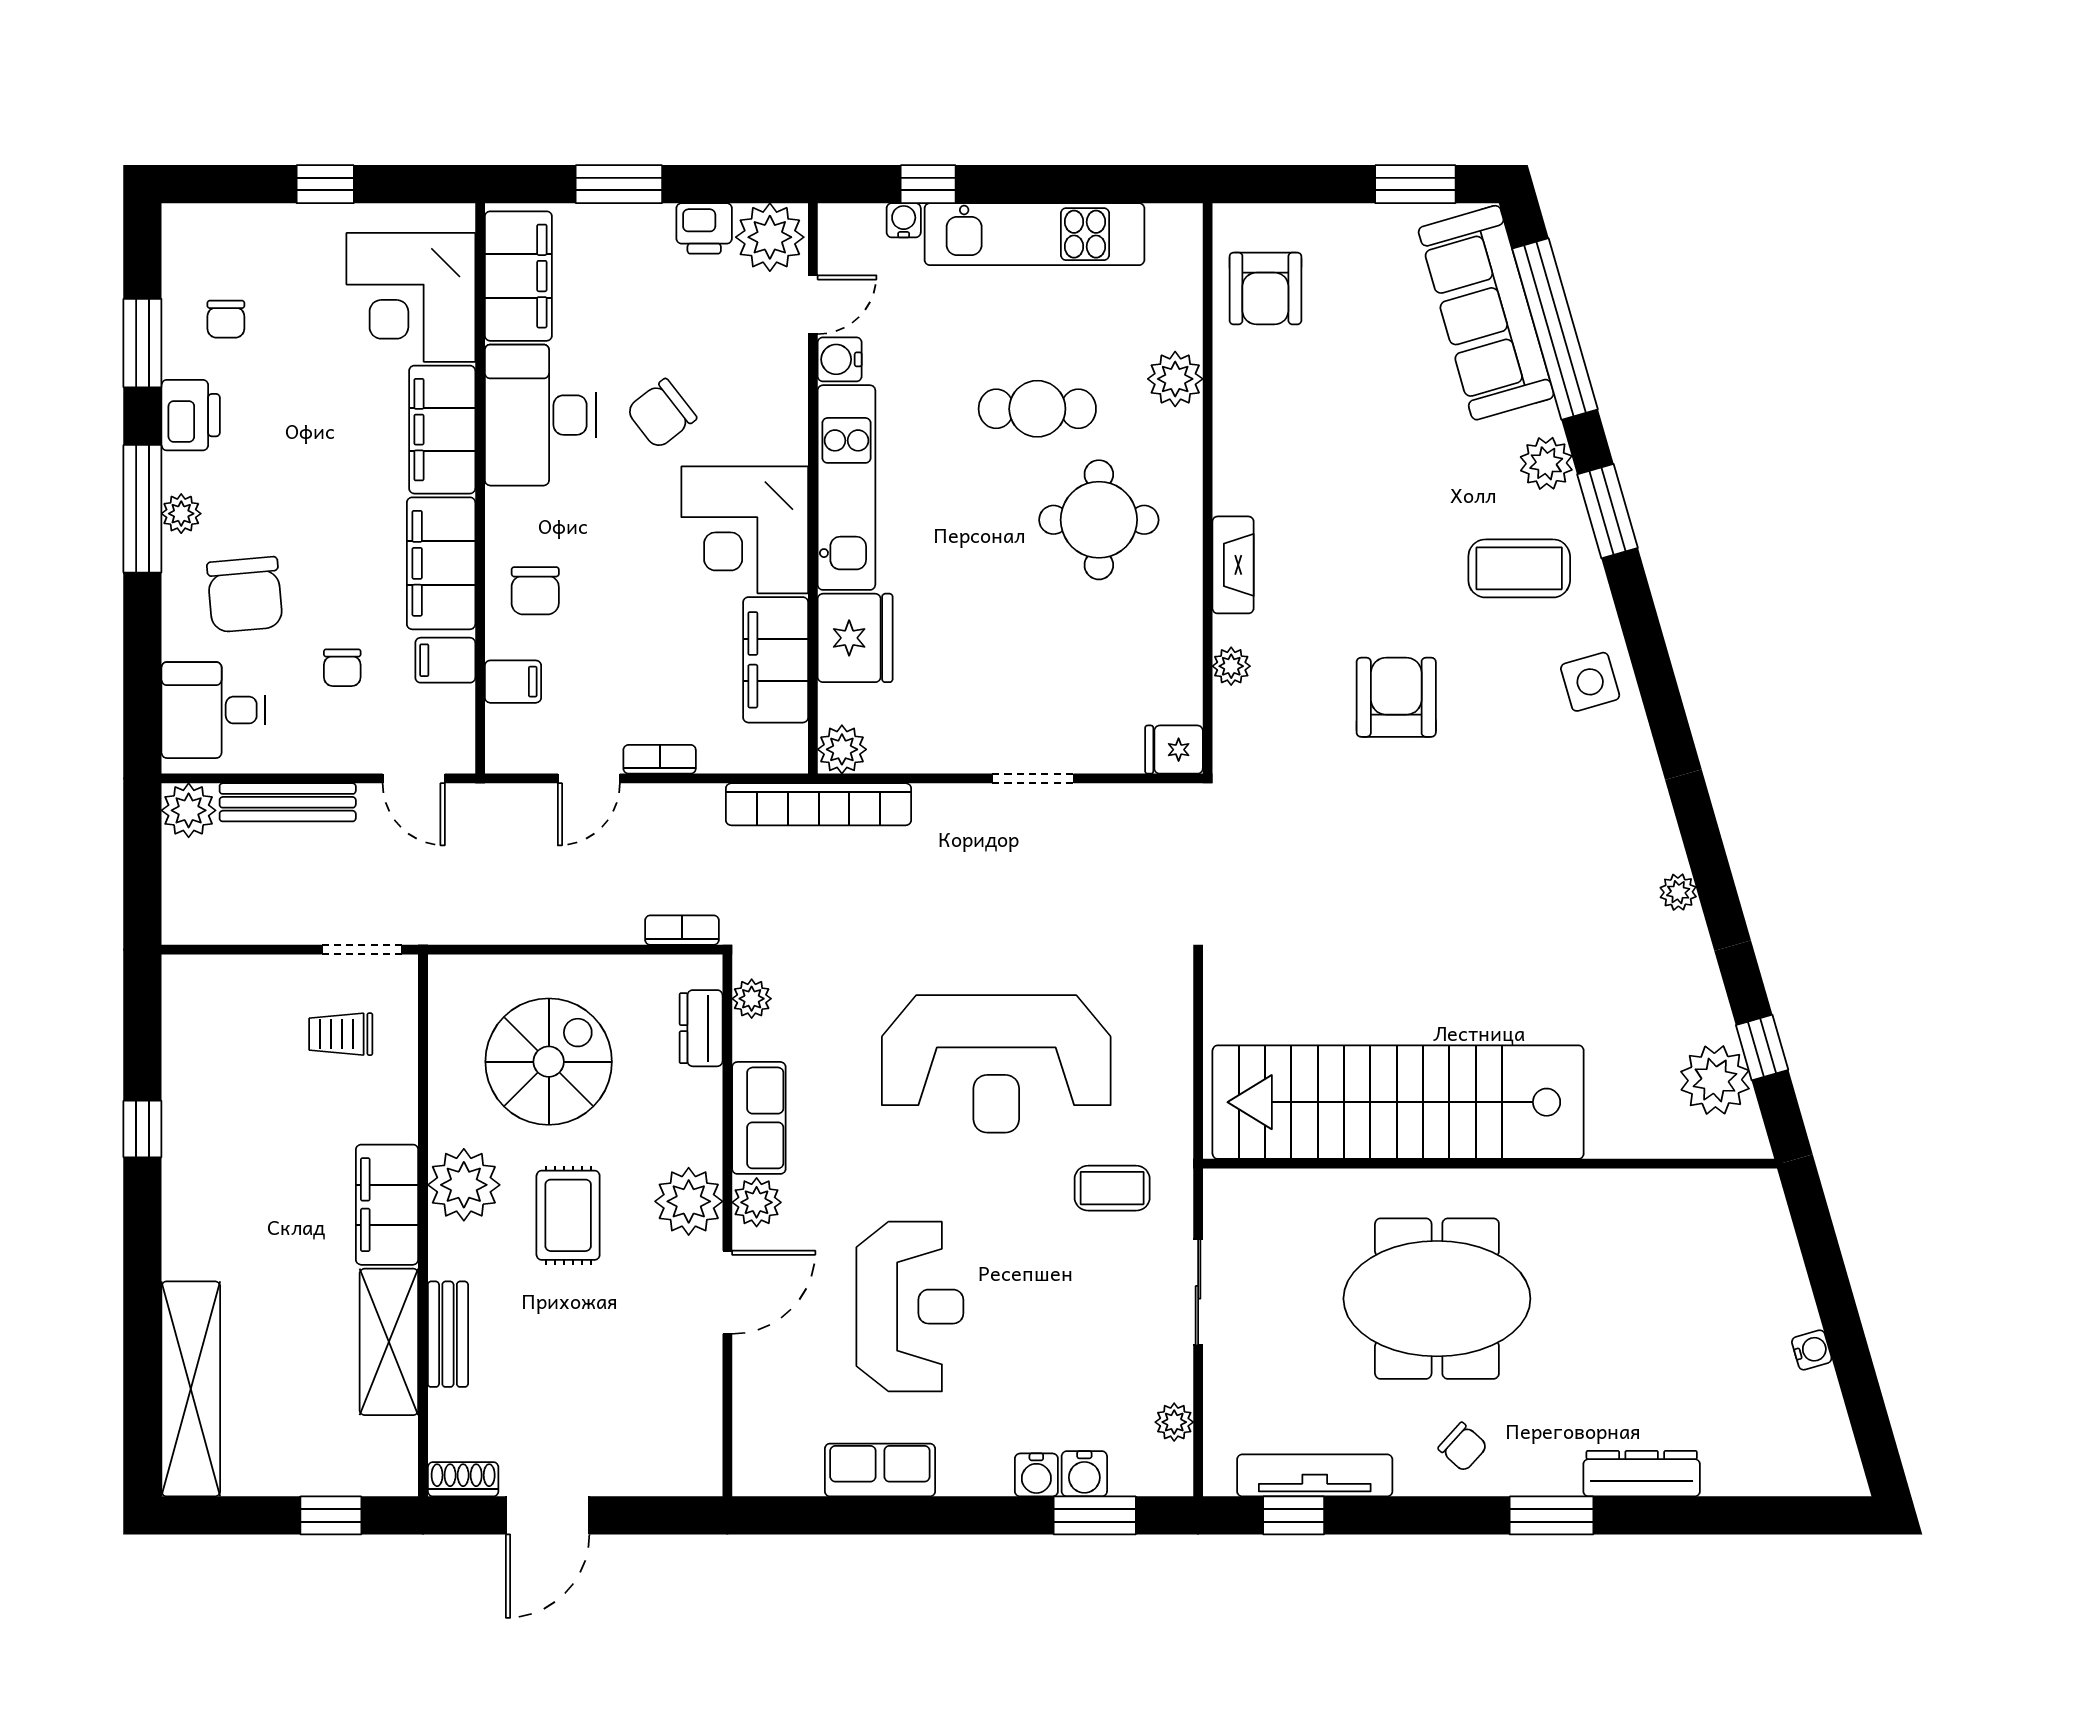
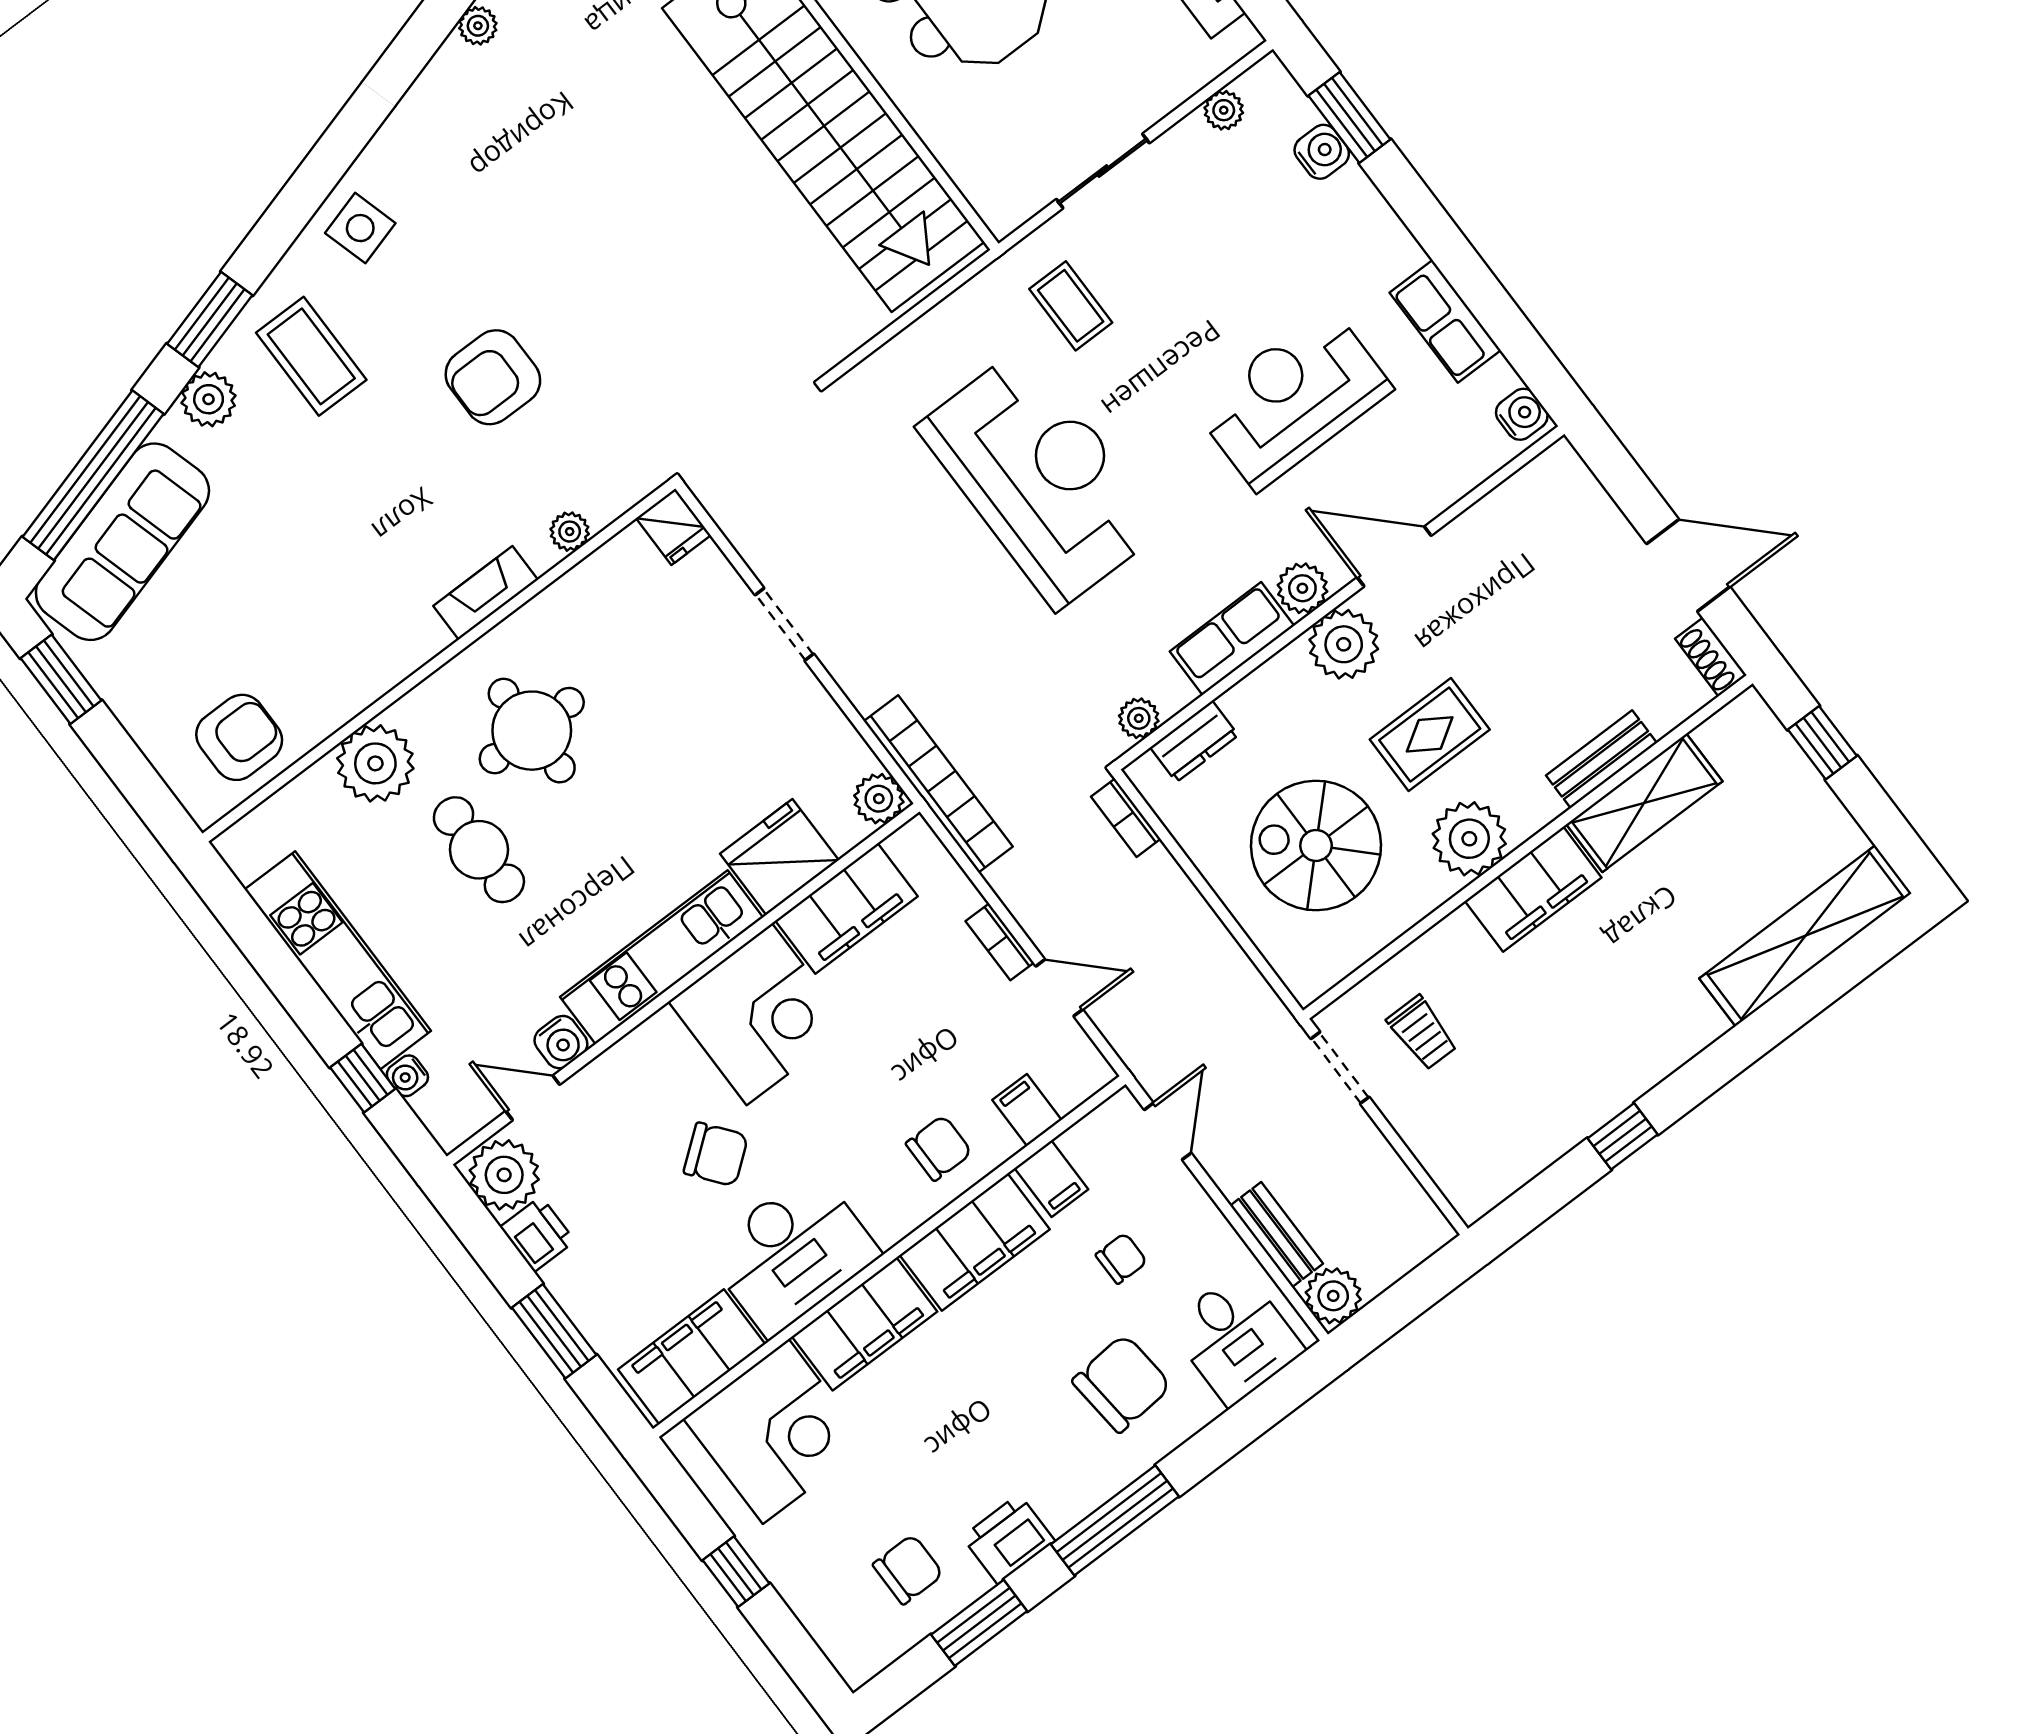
chair: (226, 319) -> (908, 1569), width x1.37, depth x1.37
plant: (1175, 379) -> (375, 763), width x1.36, depth x1.36
plant: (181, 514) -> (1095, 1486), removed
bench: (288, 802) -> (1277, 1235), width x0.73
water cooler: (1036, 1475) -> (1522, 414), moved

